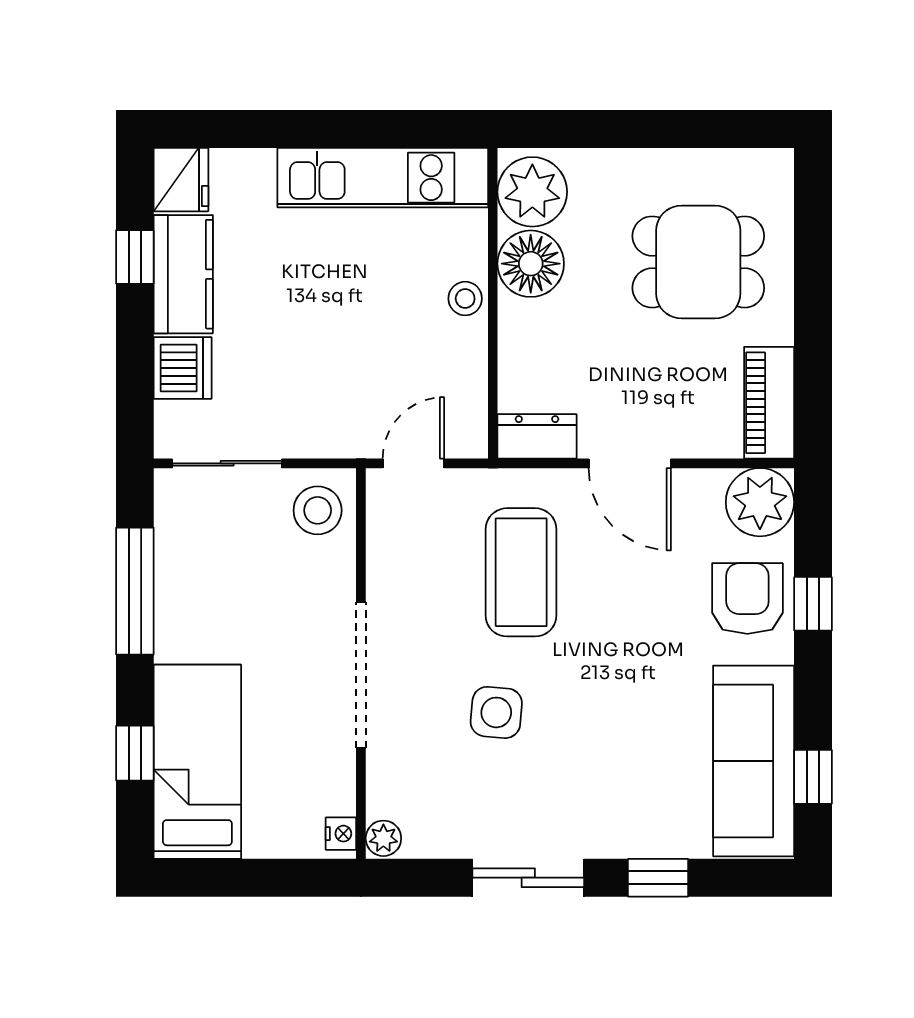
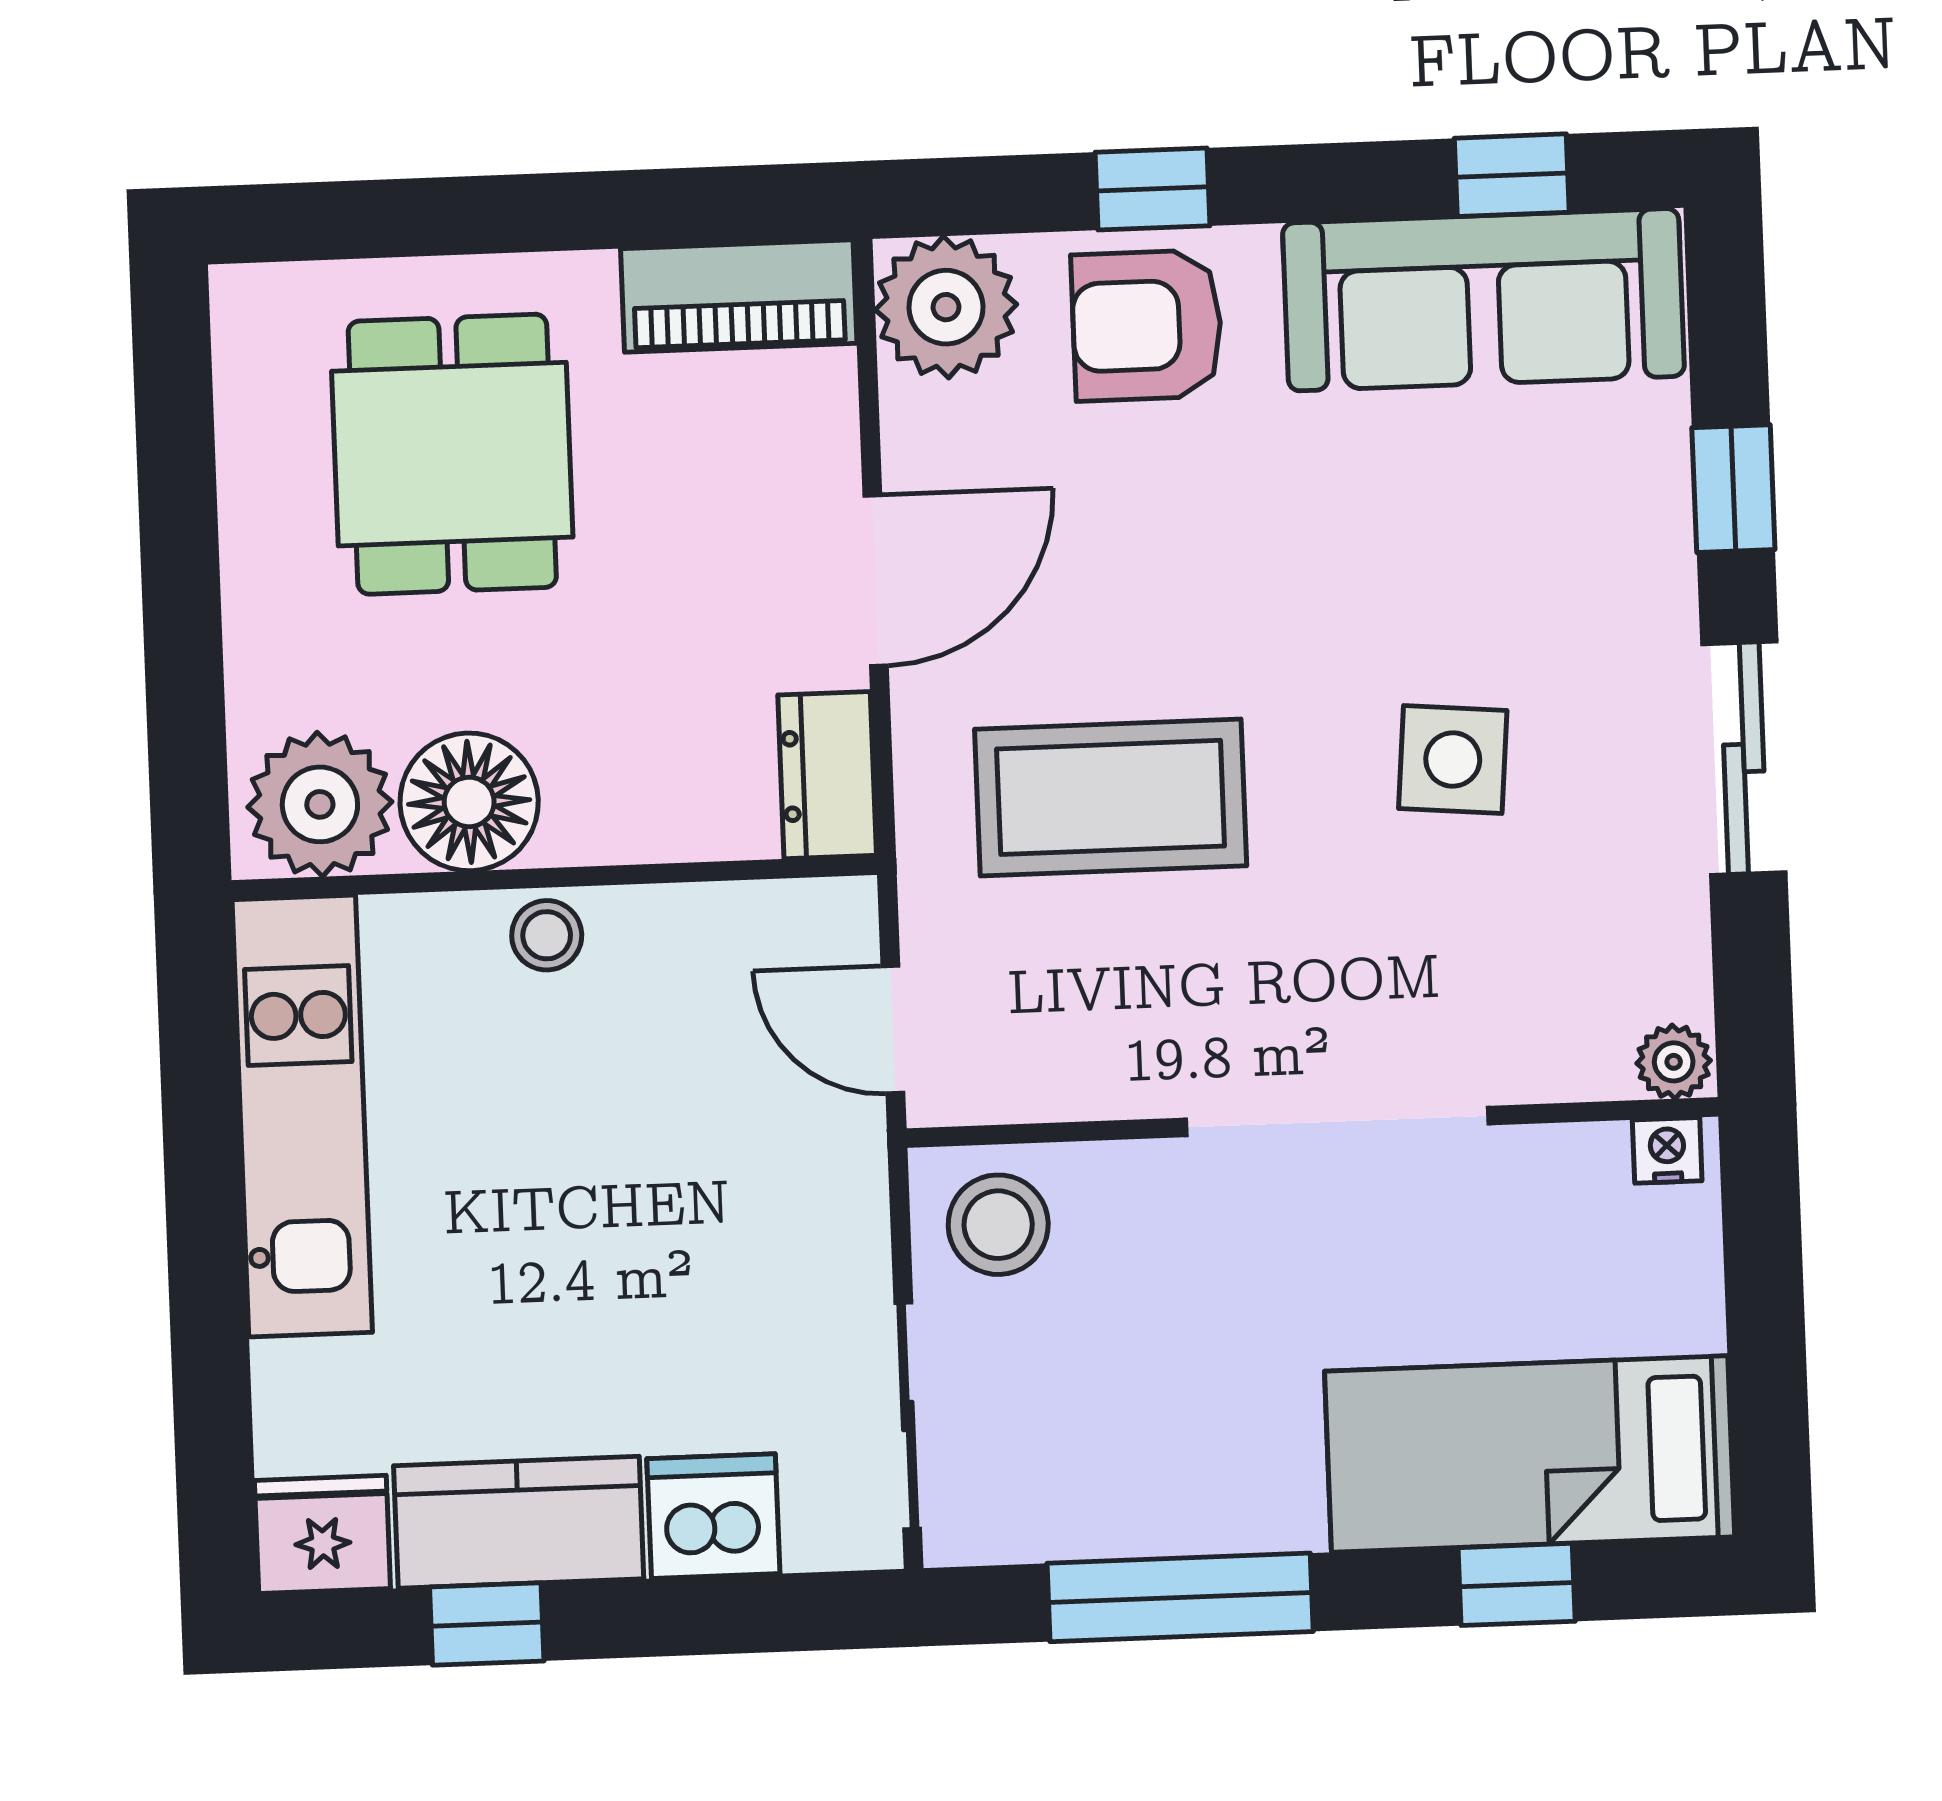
side table: (496, 712) -> (1453, 759), moved

